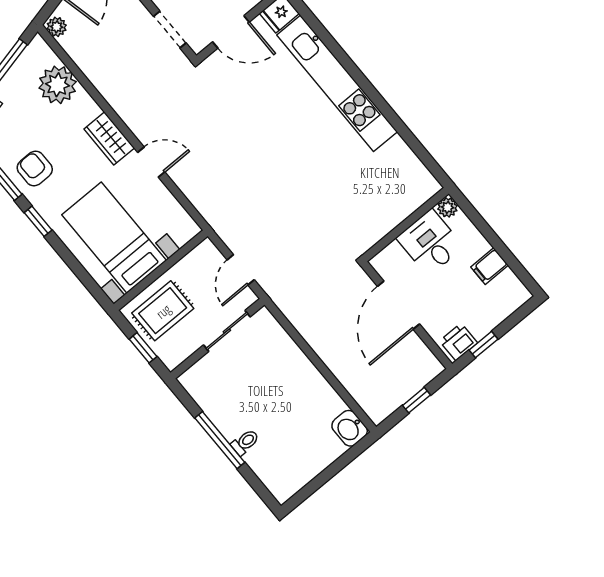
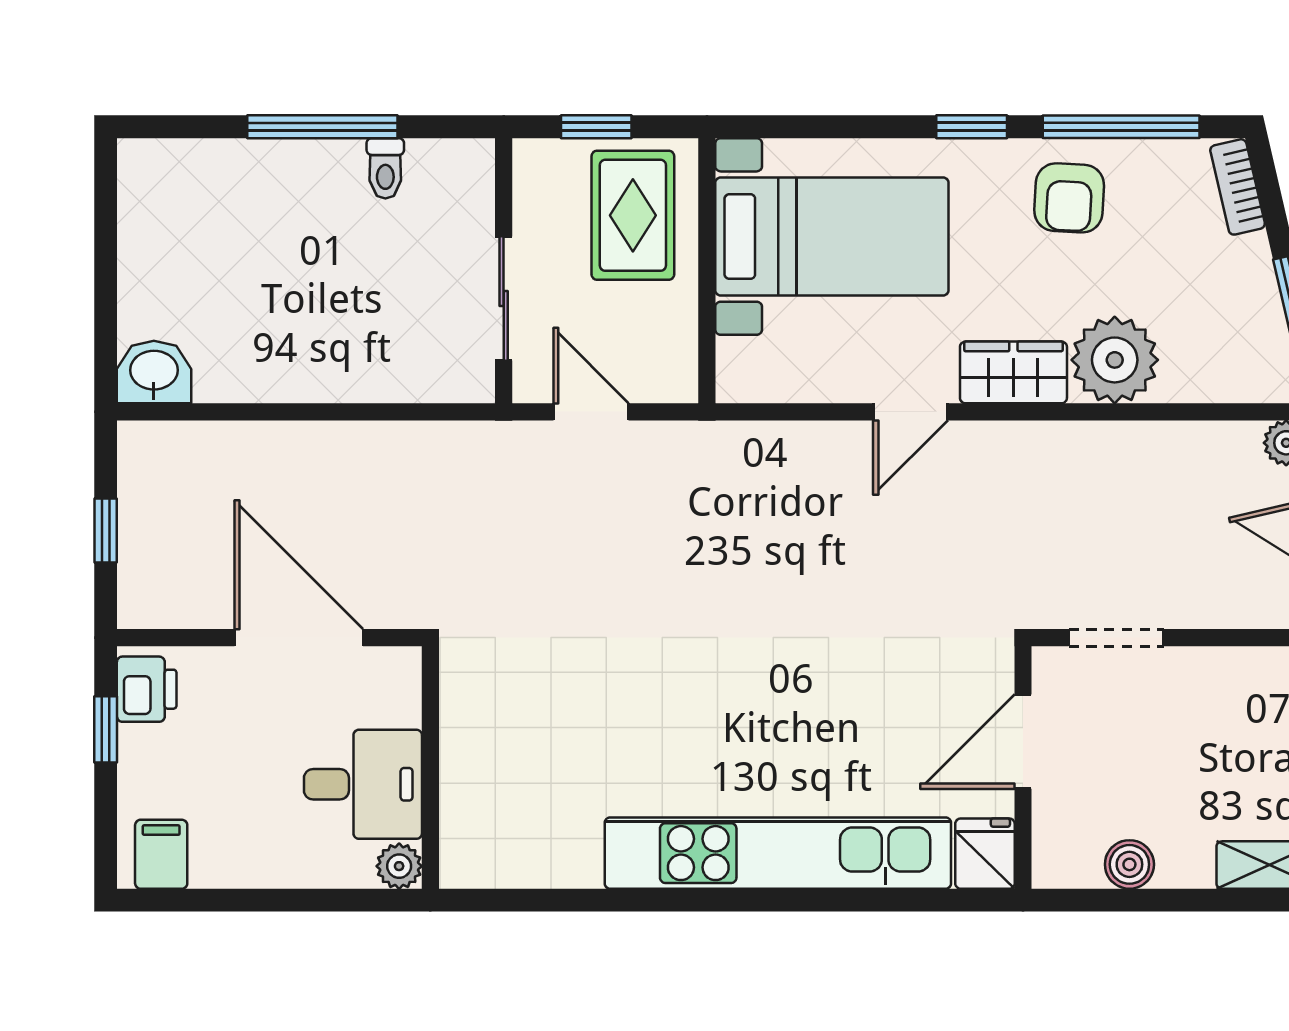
plant: (58, 85) -> (1115, 360), moved
armchair: (35, 169) -> (1069, 198), turned 93
filing cabinet: (490, 266) -> (161, 854), moved
toilet: (245, 442) -> (385, 168), moved

